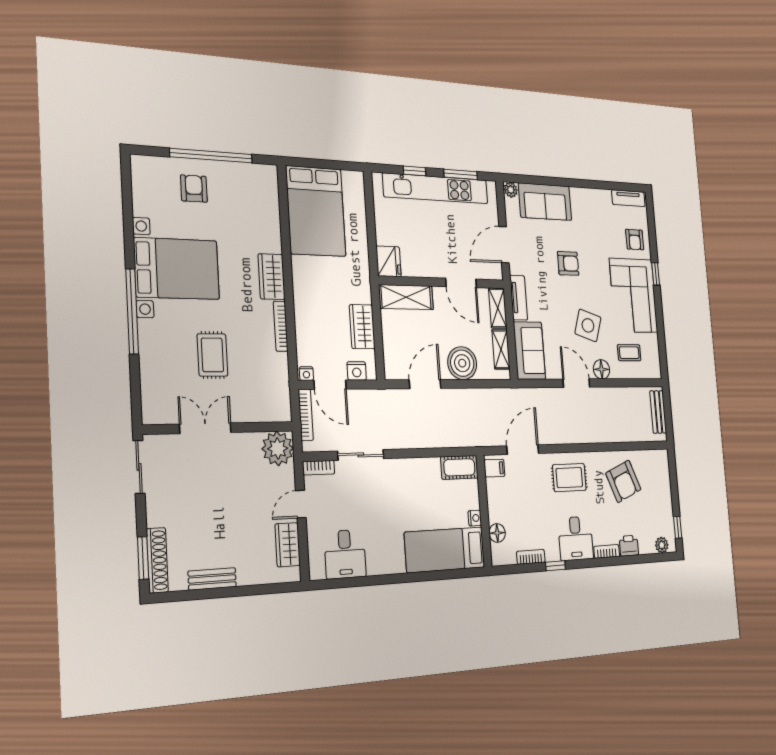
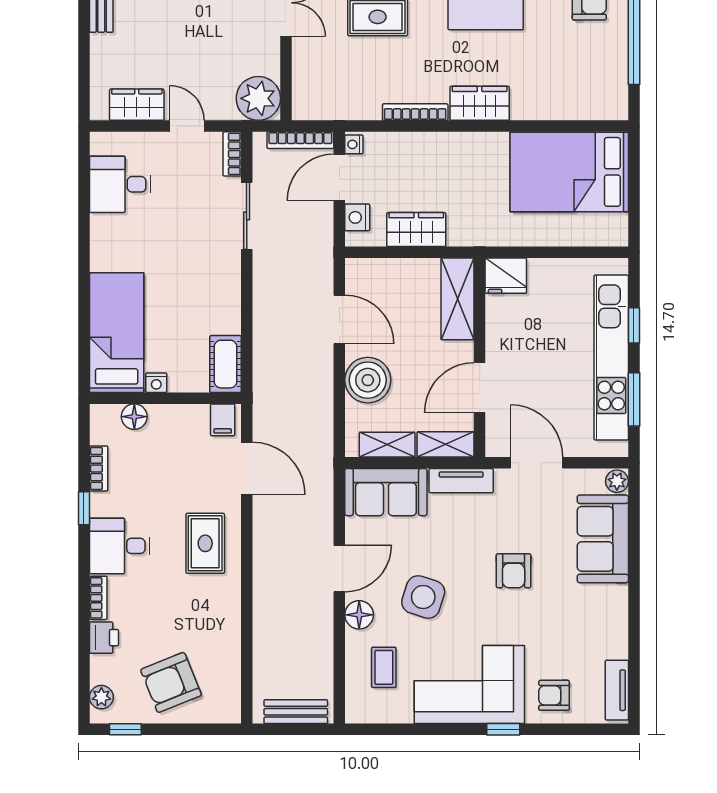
armchair: (623, 481) -> (171, 682), moved

